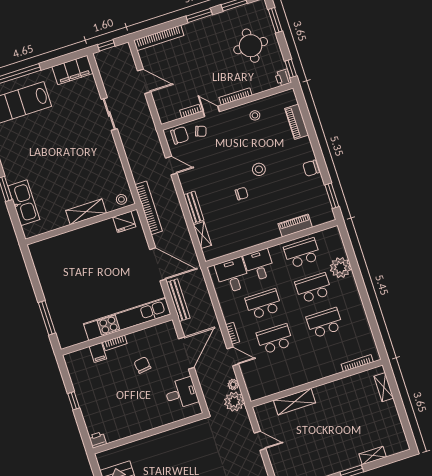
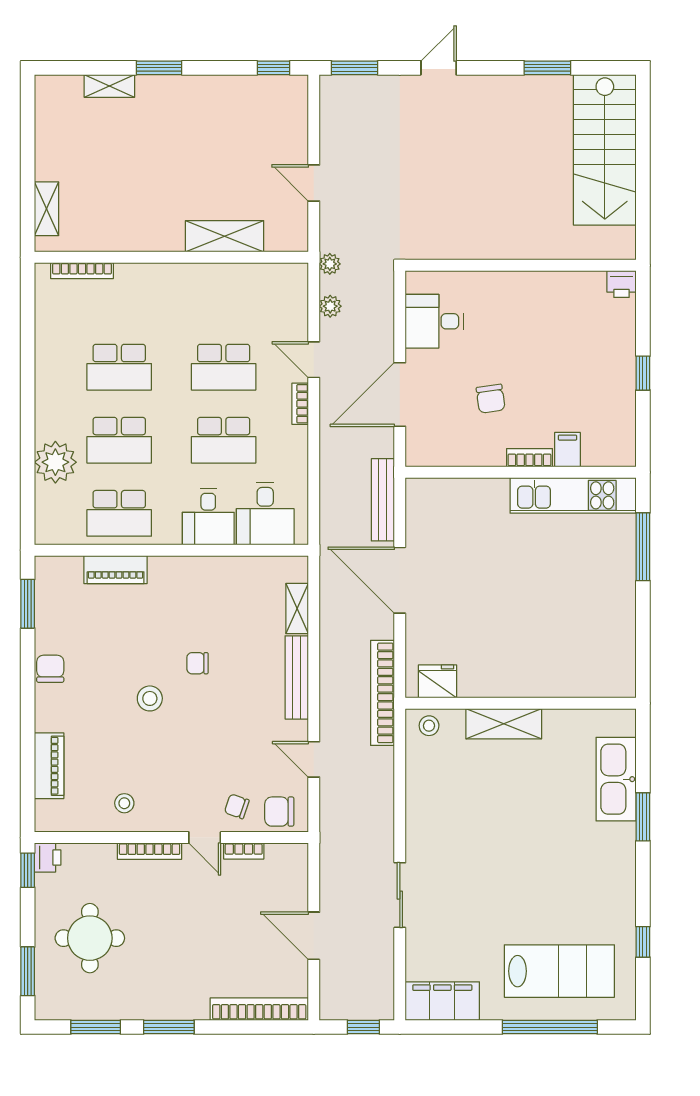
chair: (311, 168) -> (50, 669), turned -90
bench: (194, 207) -> (297, 677), width x1.36
kitchen unit: (127, 319) -> (573, 495), moved, width x0.73
plant: (234, 402) -> (330, 264), width x0.53, depth x0.53

